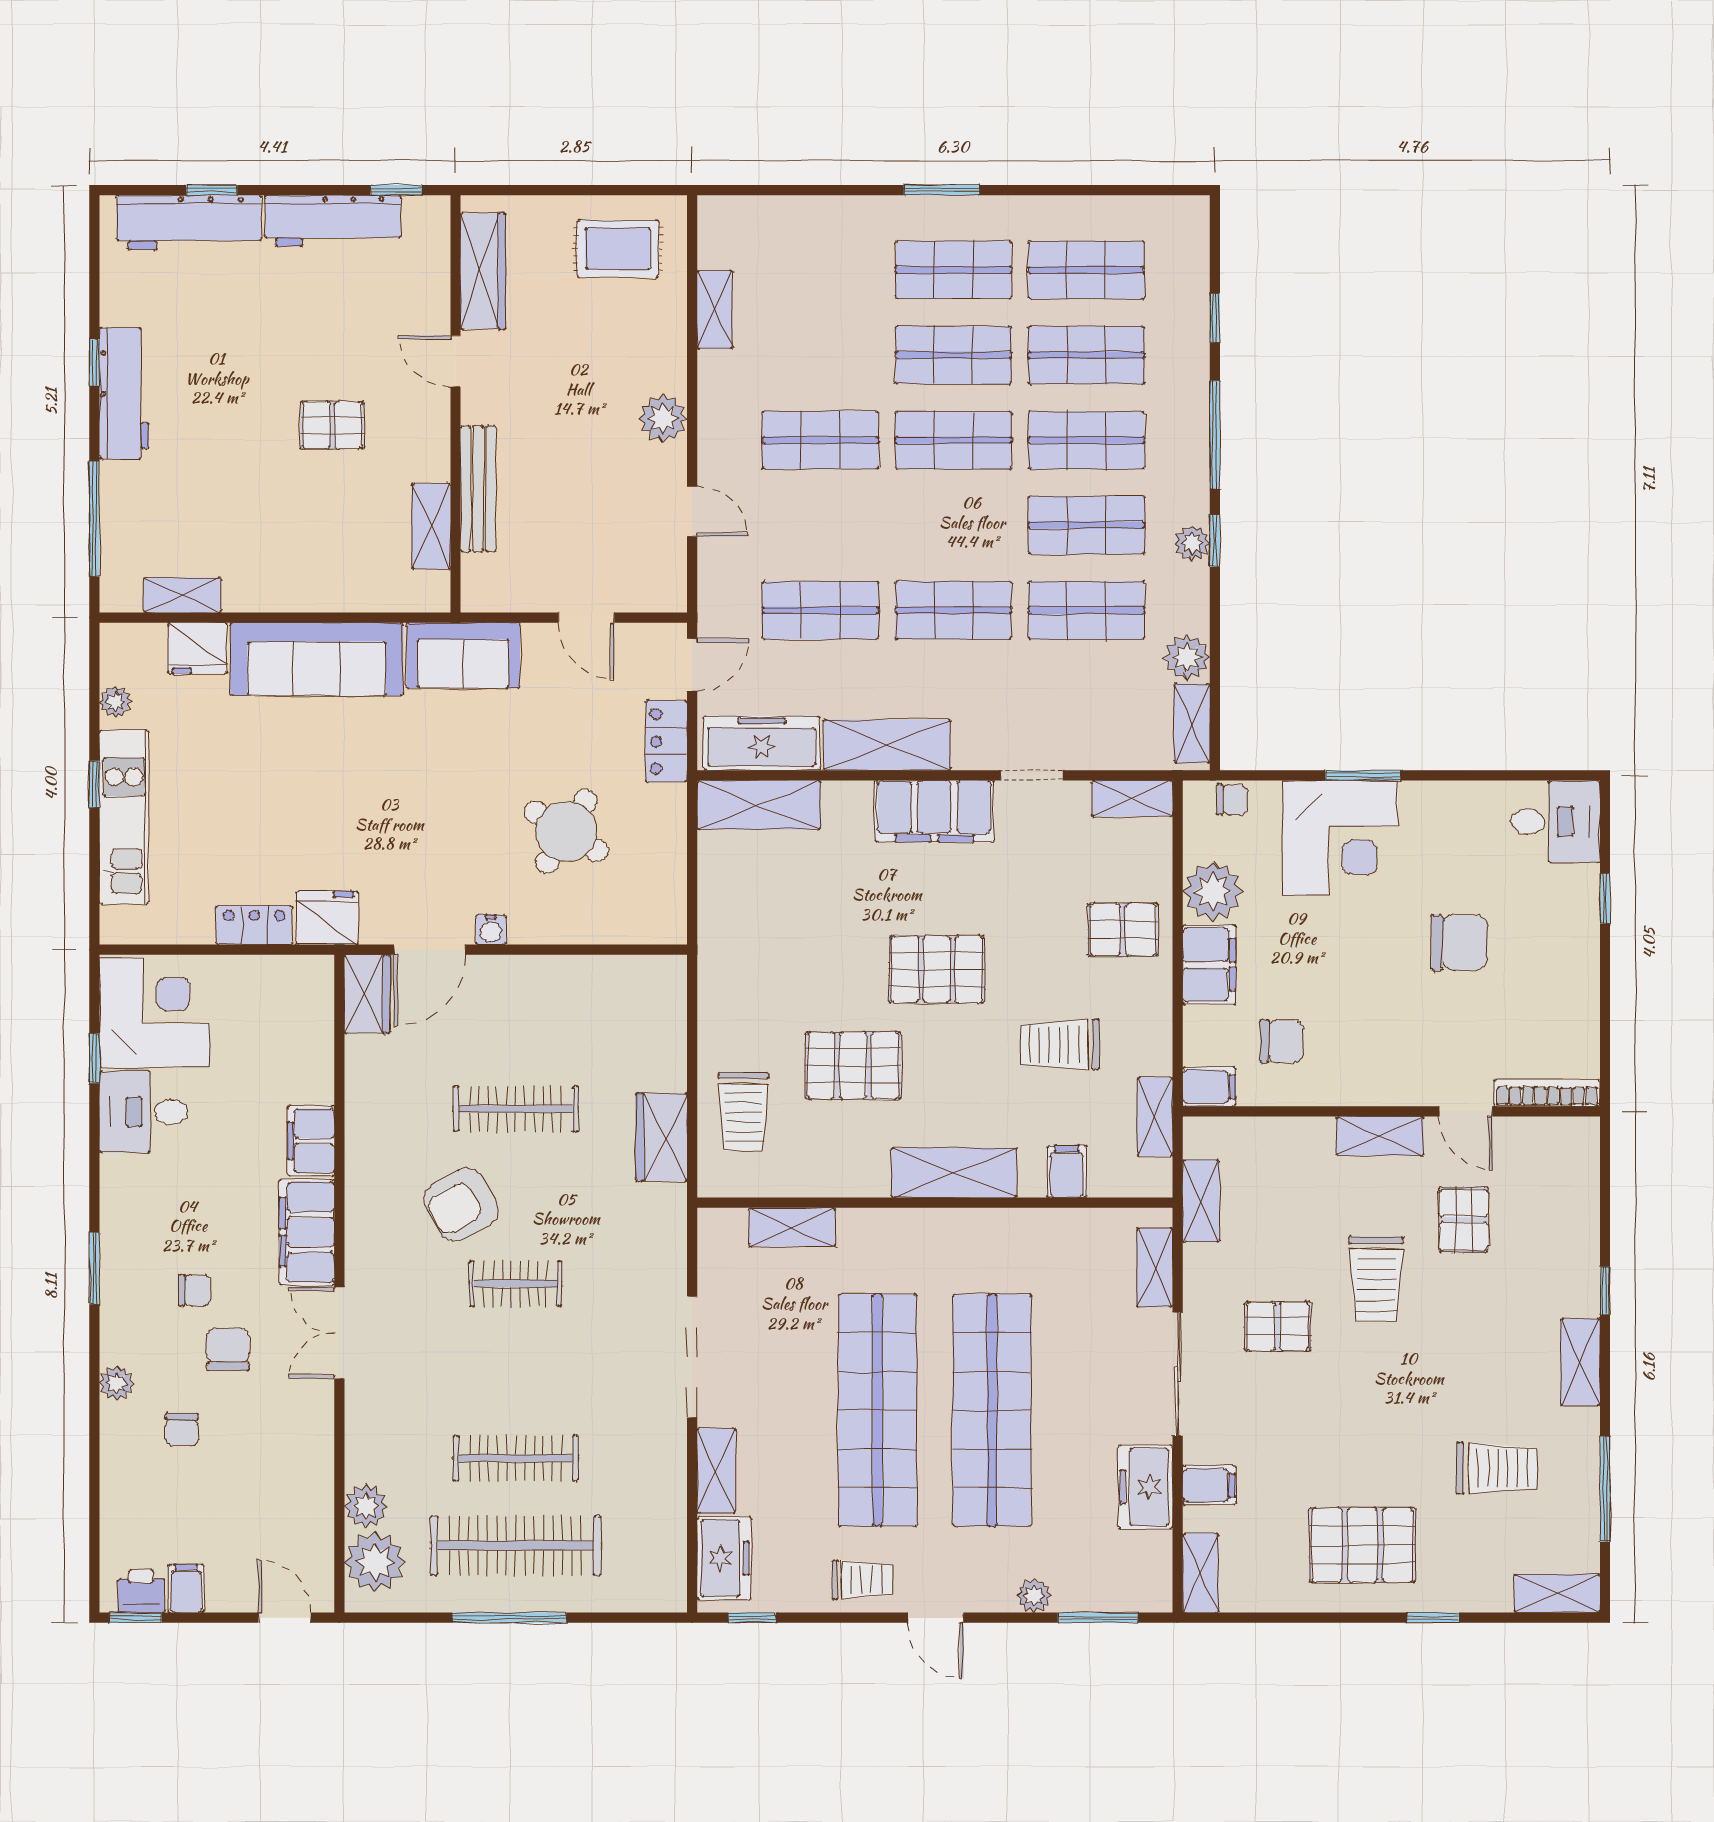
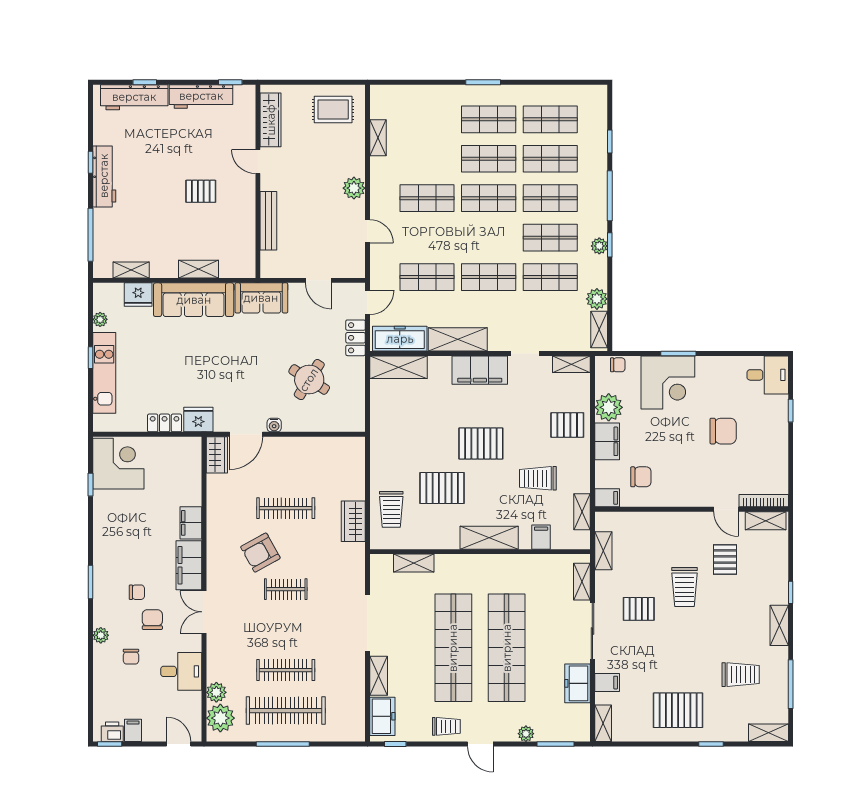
shelving: (431, 526) -> (199, 269), moved, turned 90
desk: (144, 1112) -> (181, 671), moved, turned 180
shelving: (1380, 1136) -> (766, 521), moved

